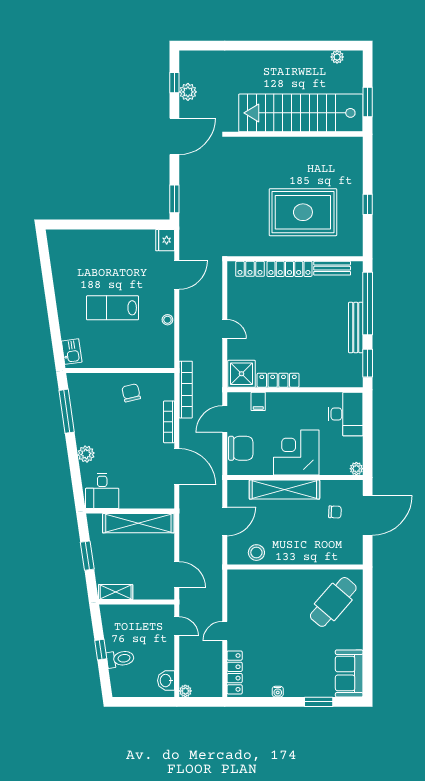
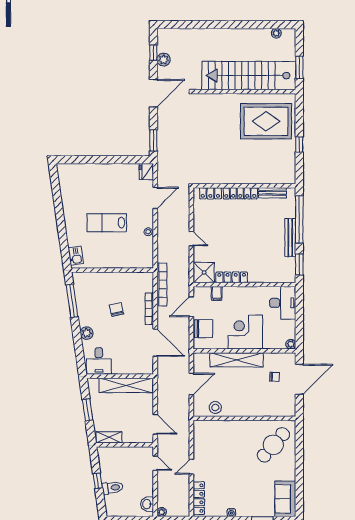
rug: (303, 212) -> (266, 121), moved
chair: (131, 393) -> (116, 309), moved

